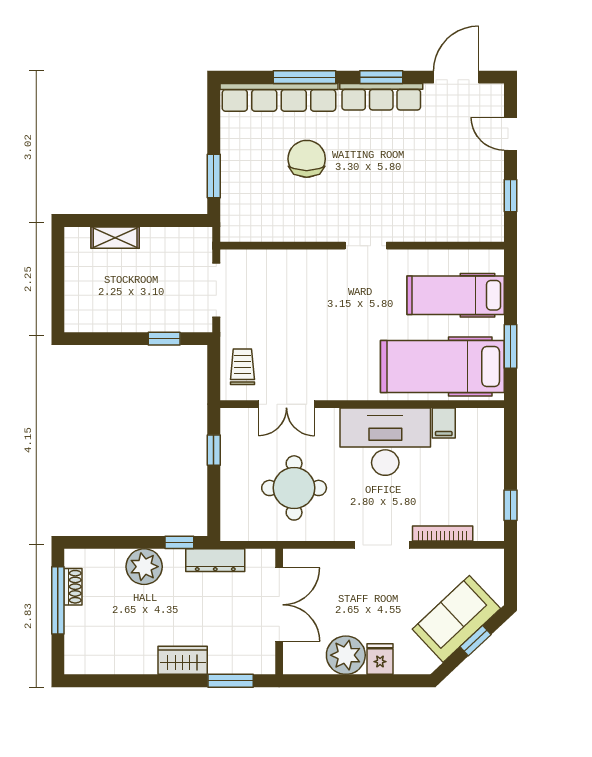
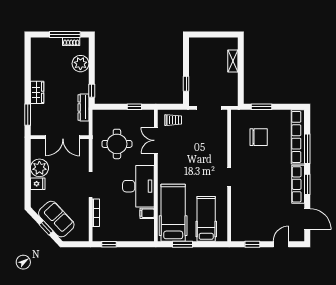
chair: (307, 159) -> (259, 137), moved
plant: (144, 567) -> (80, 64), moved

